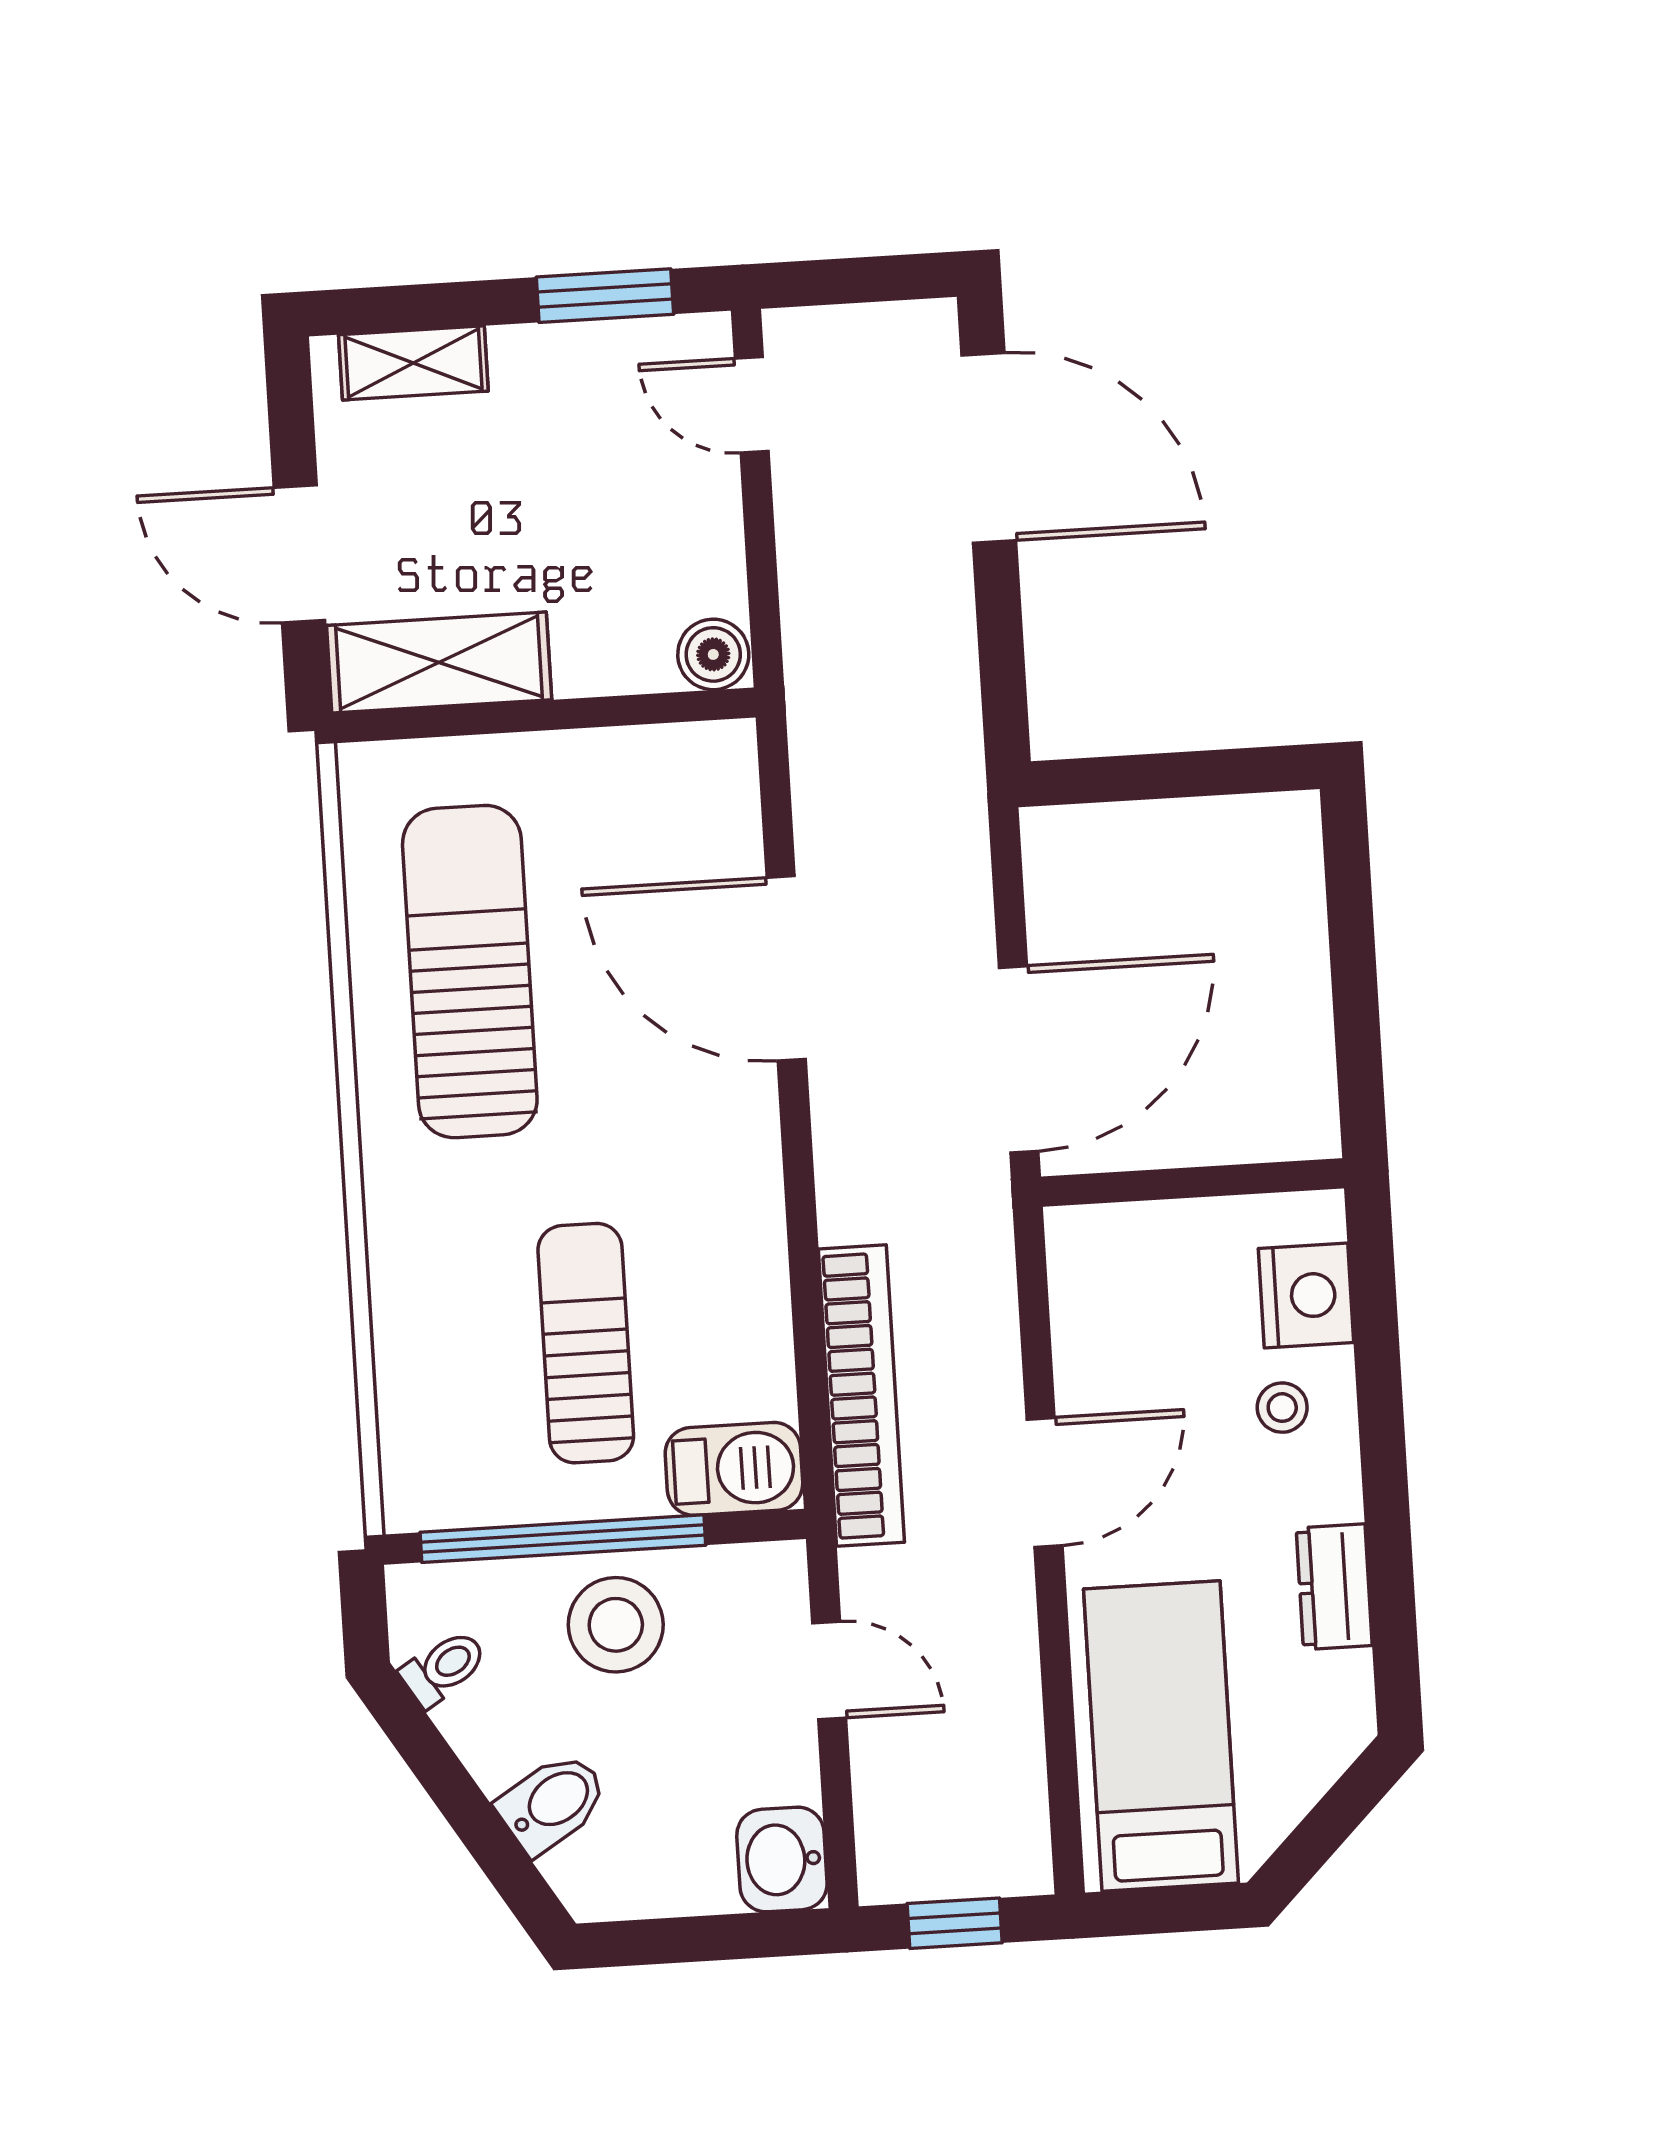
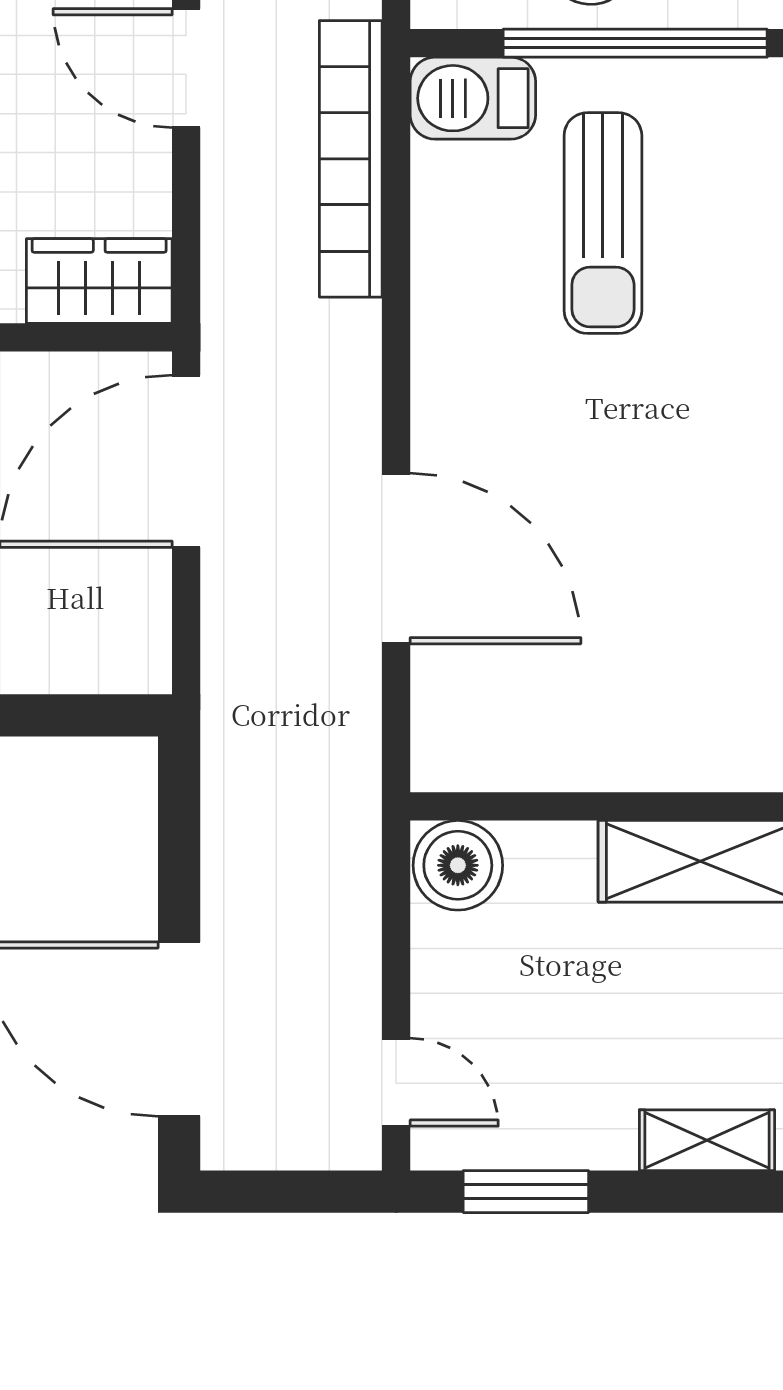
boiler: (713, 654) -> (458, 865), width x1.36, depth x1.36
sun lounger: (470, 972) -> (689, 574), removed
wardrobe: (1124, 1248) -> (99, 281), added
door: (1045, 1482) -> (186, 68), hinge flipped

